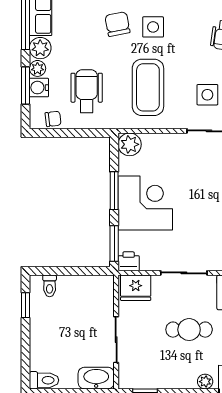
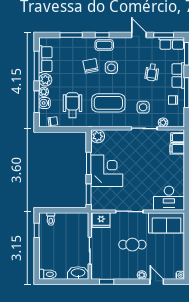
coffee table: (148, 87) -> (108, 103), turned 90
printer: (129, 261) -> (97, 205), removed

